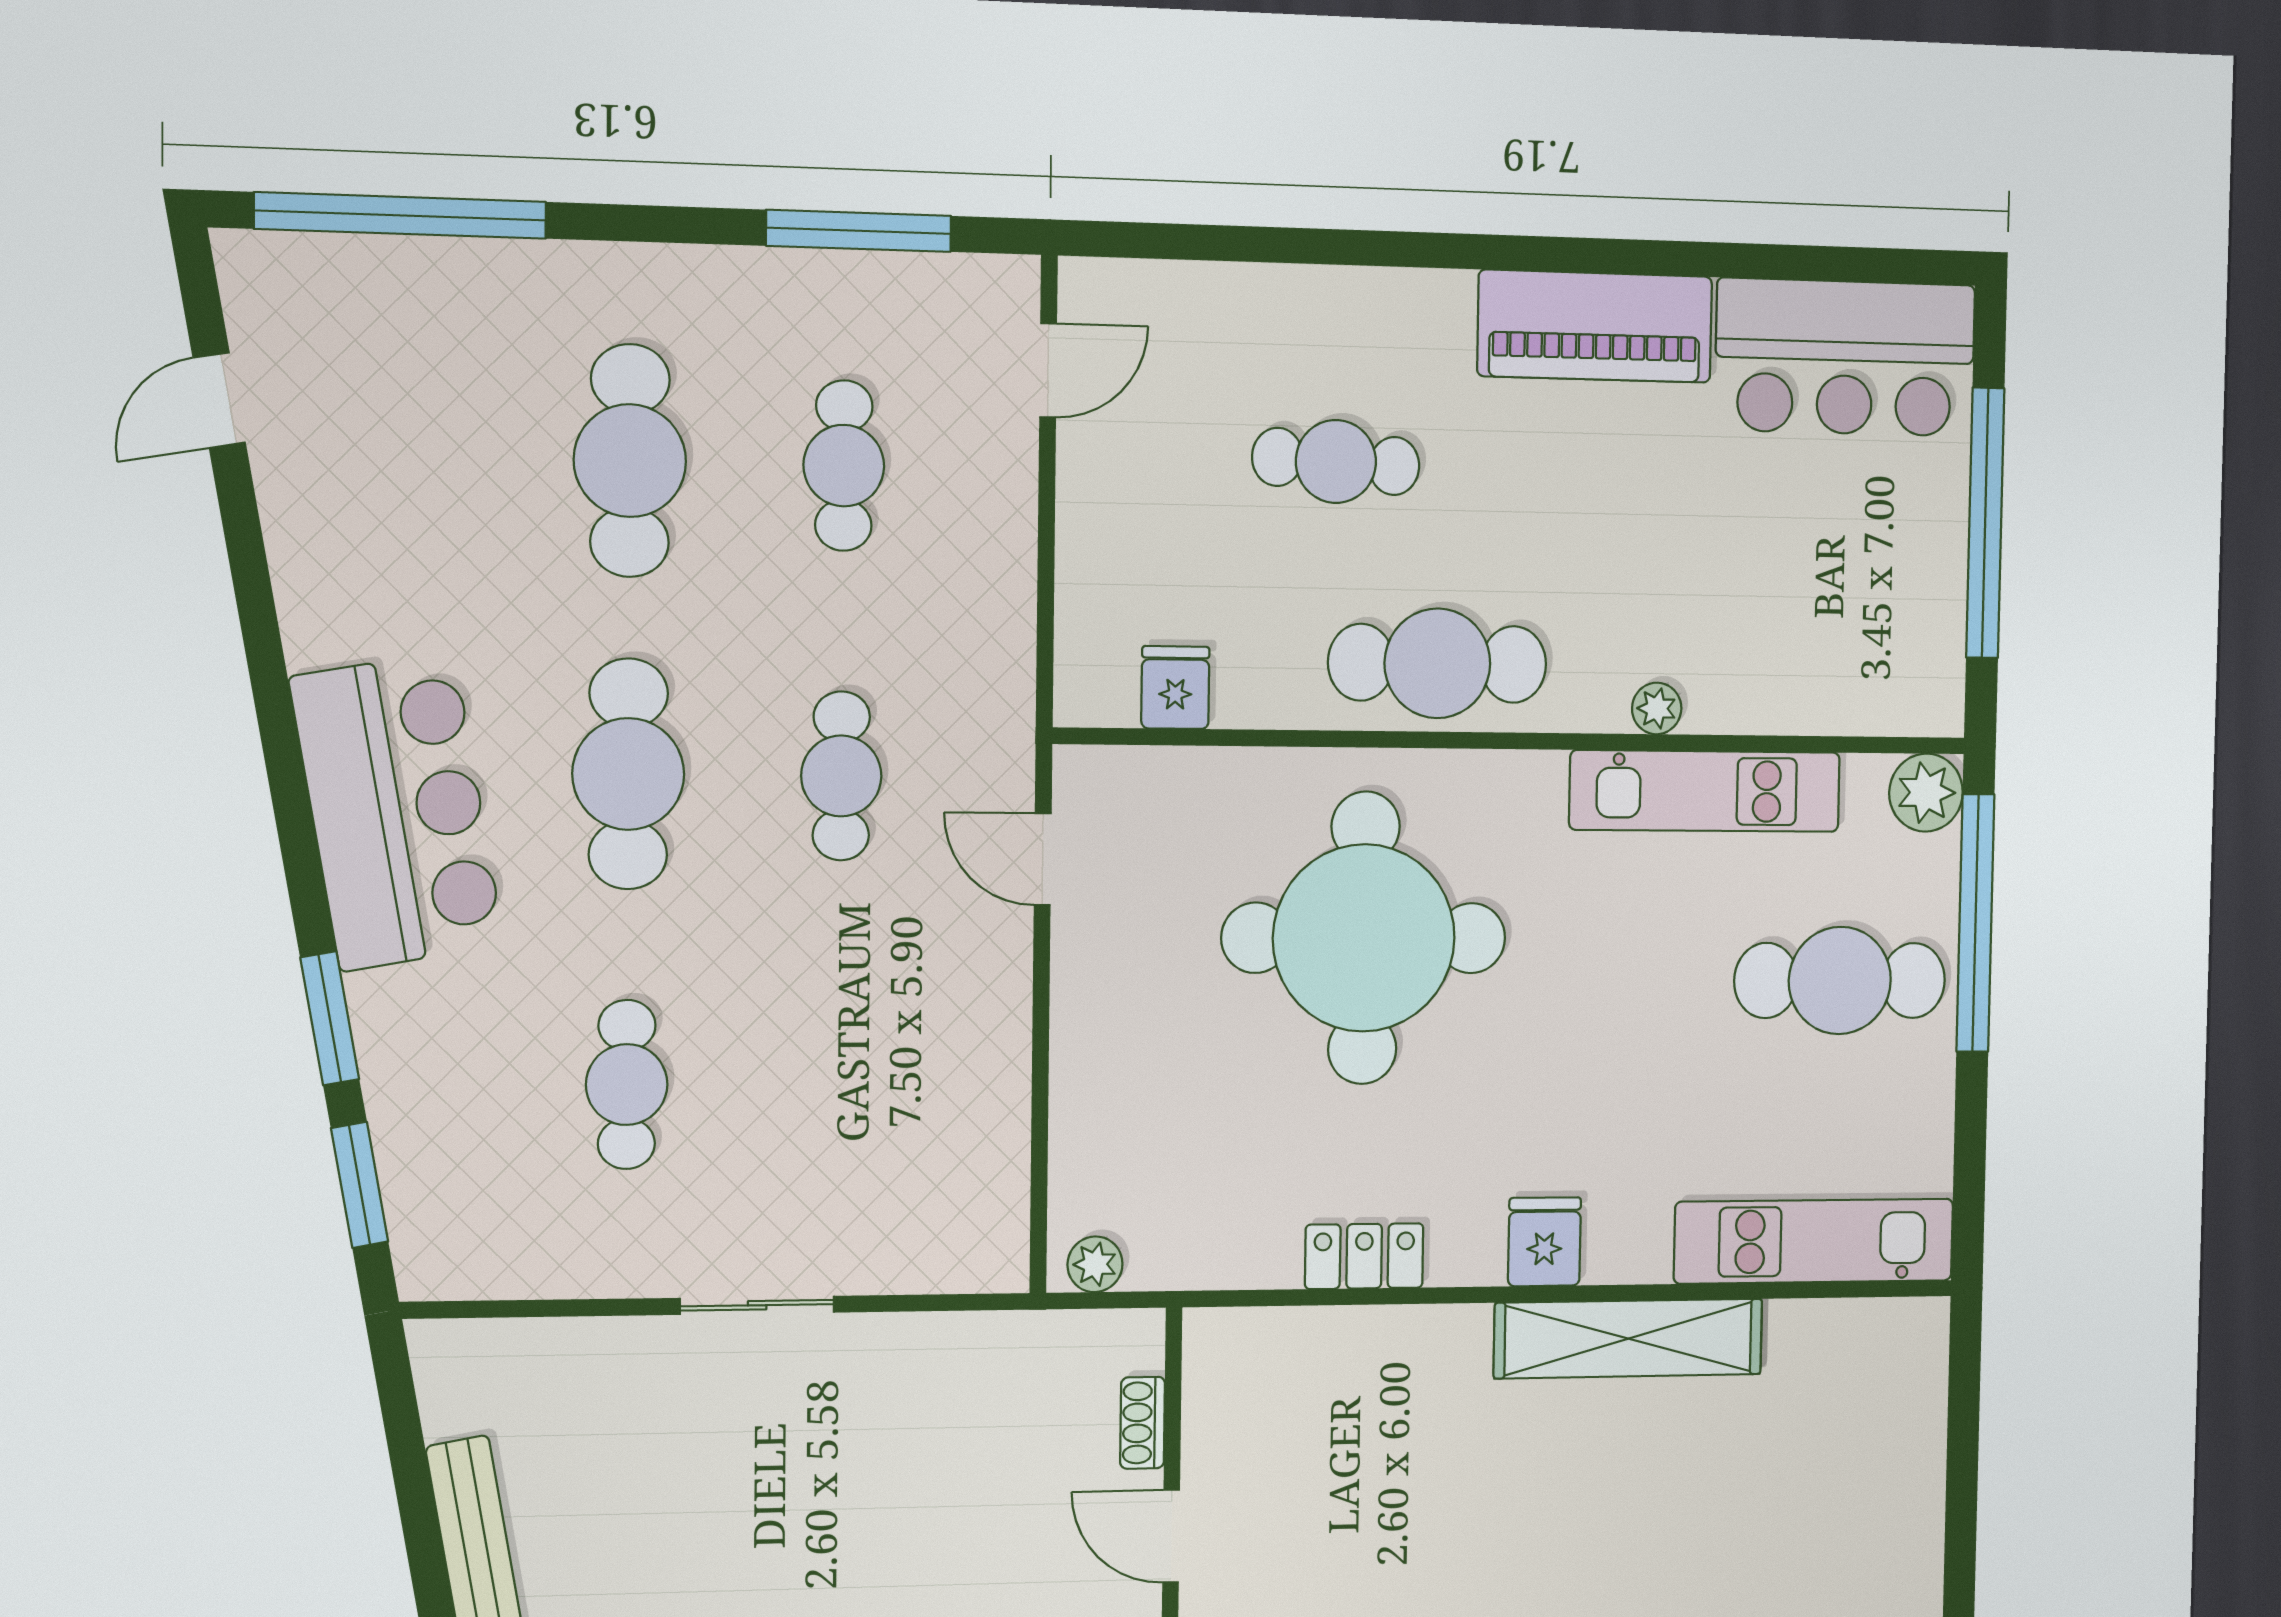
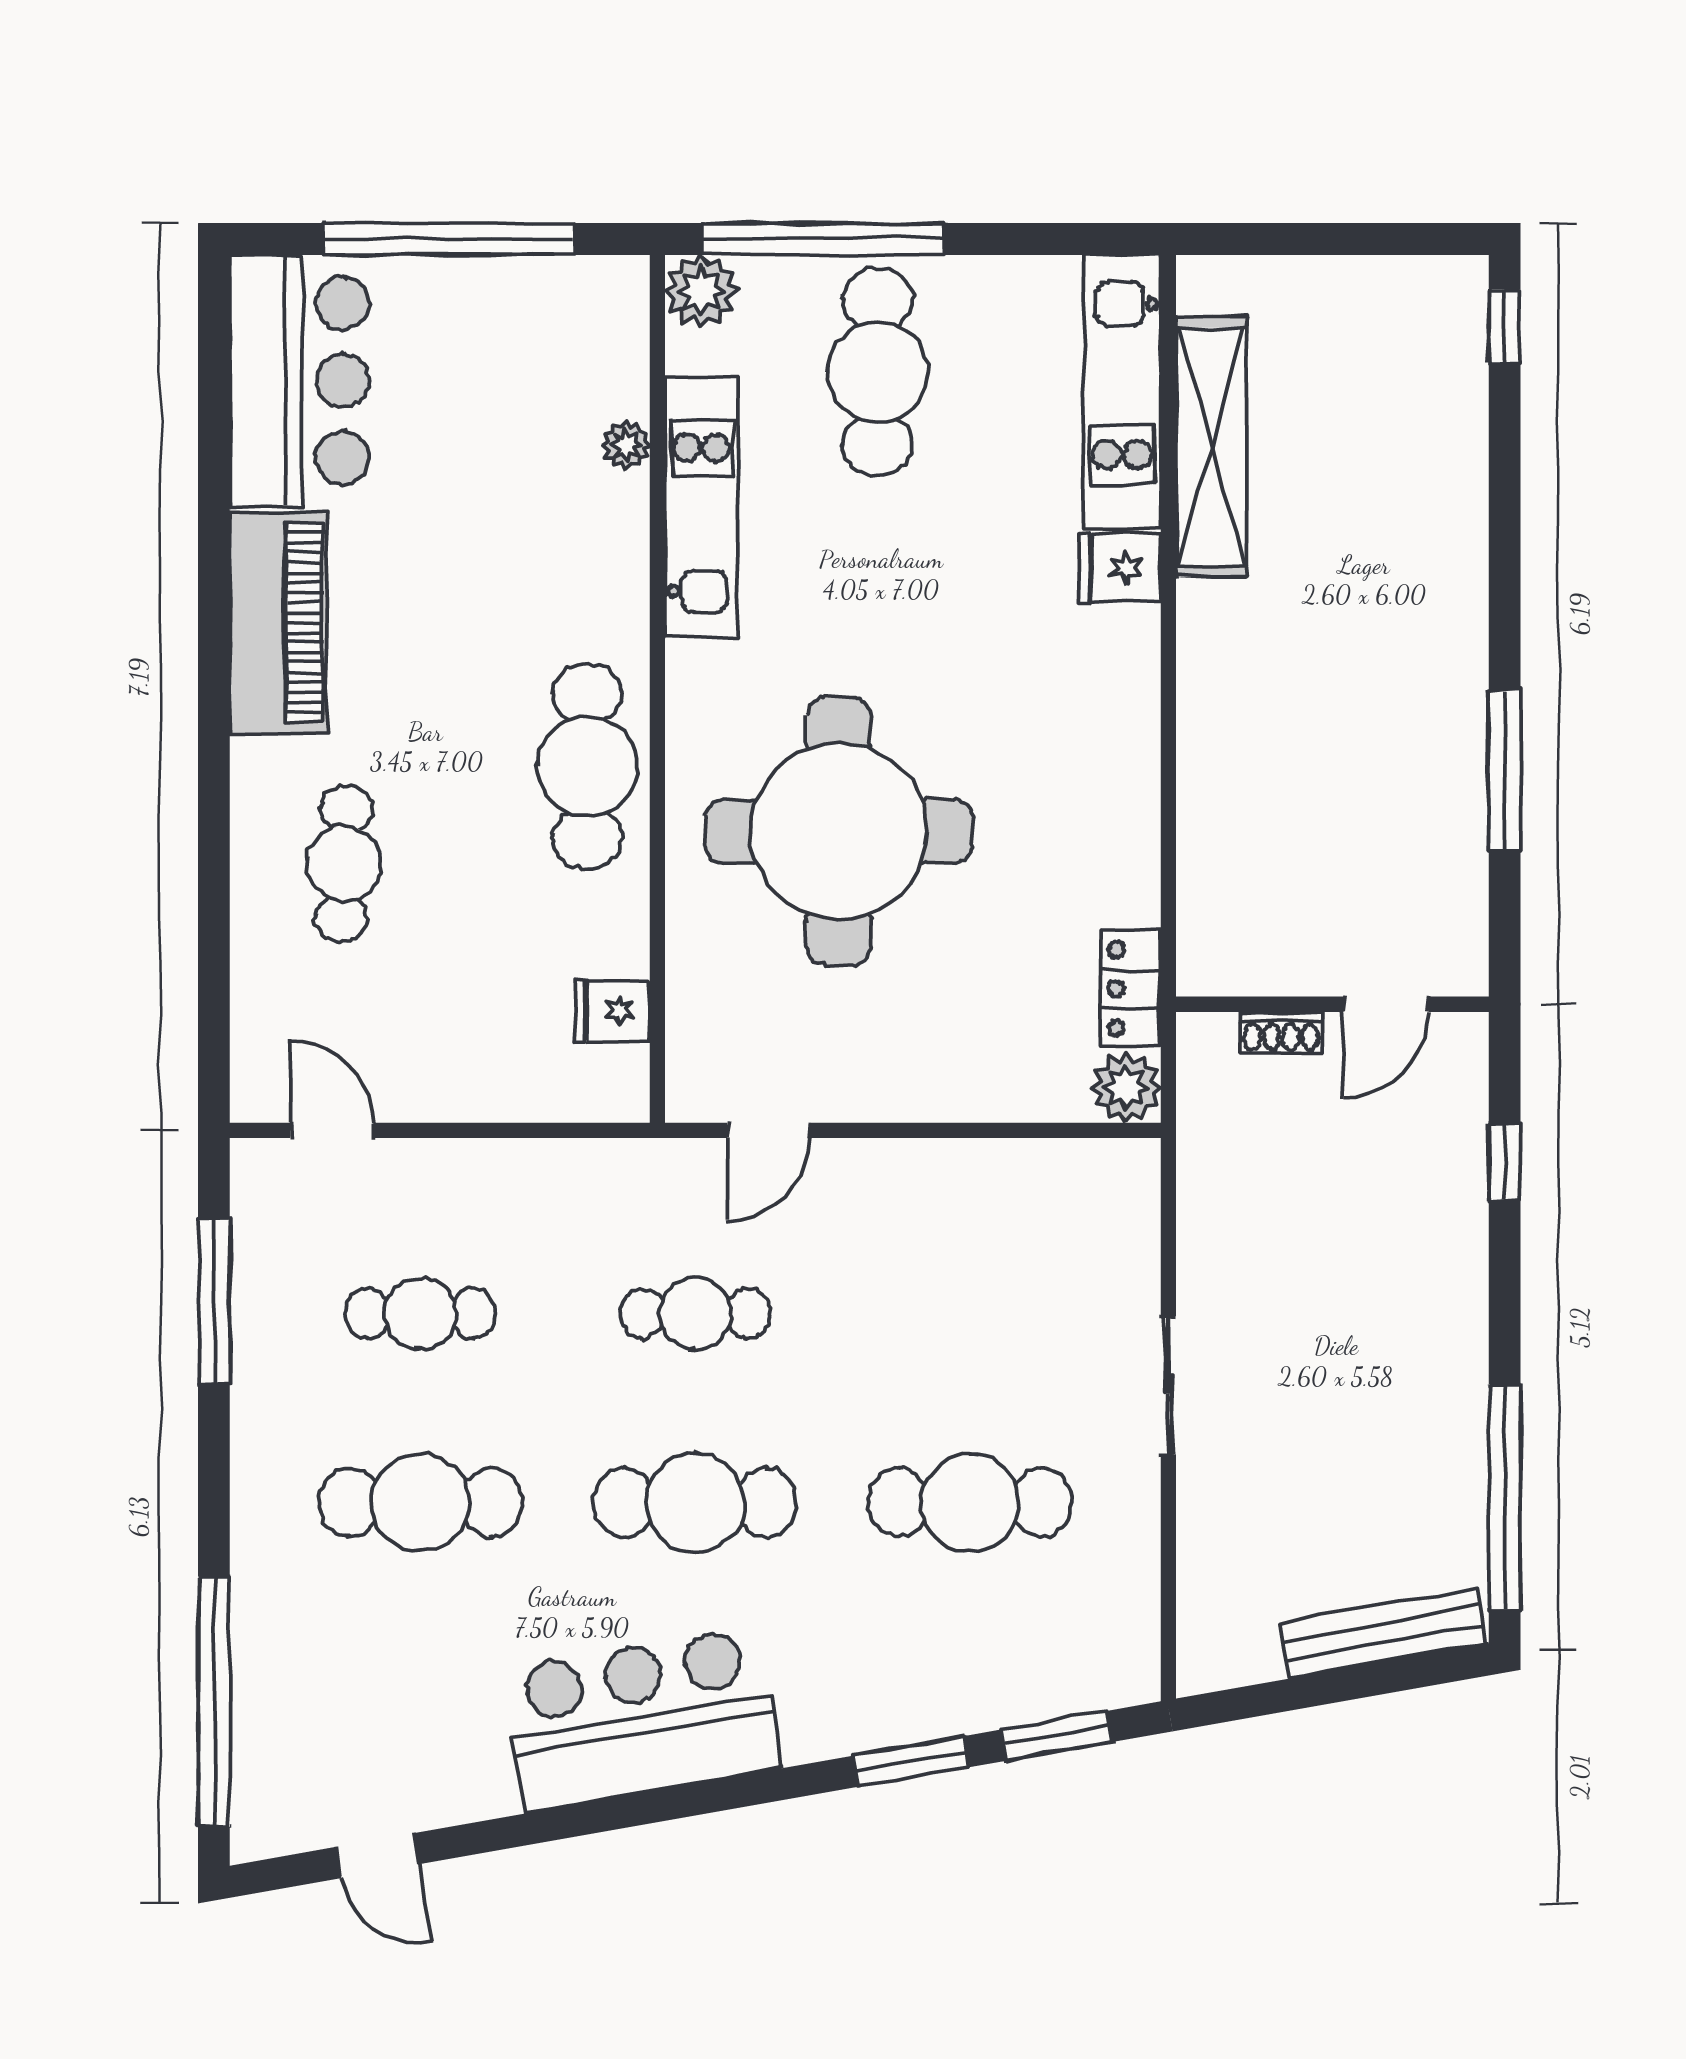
cafe table: (1336, 461) -> (344, 864), moved
plant: (1657, 708) -> (626, 445), moved
bar counter: (397, 811) -> (641, 1719), moved
cafe table: (627, 1085) -> (970, 1503), width x1.37, depth x1.35
fridge: (1544, 1242) -> (1120, 568), moved
locker: (1364, 1256) -> (1131, 989), moved
plant: (1095, 1264) -> (1126, 1088), width x1.38, depth x1.38
shelving: (1628, 1339) -> (1211, 447), moved

